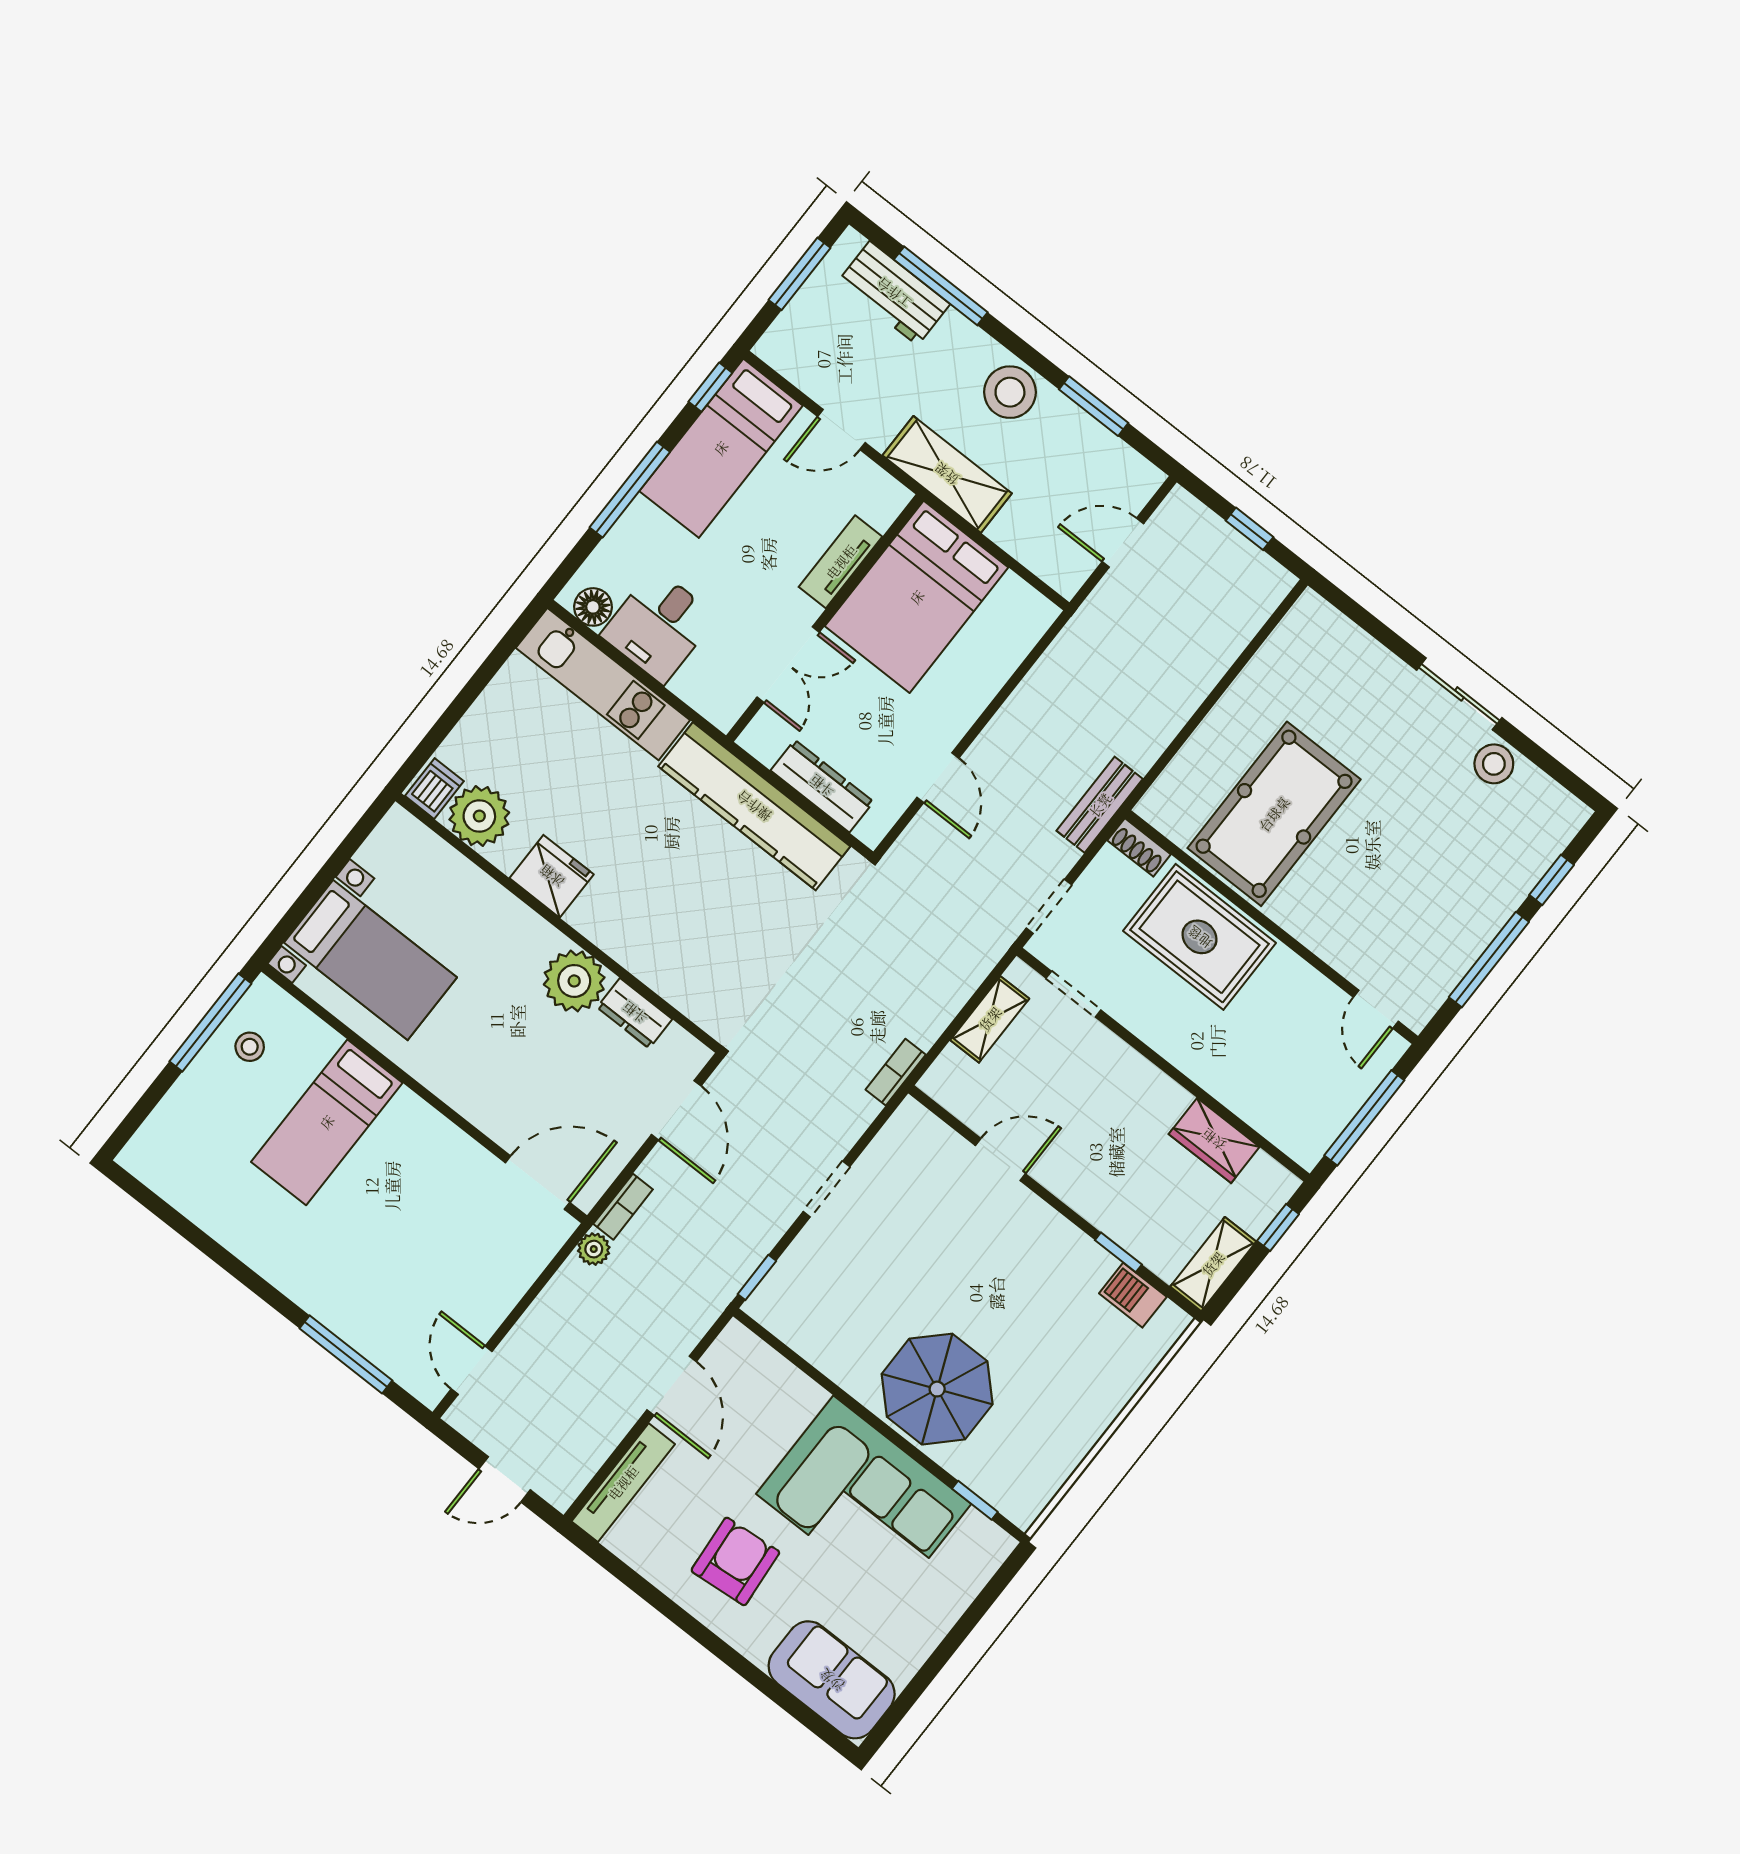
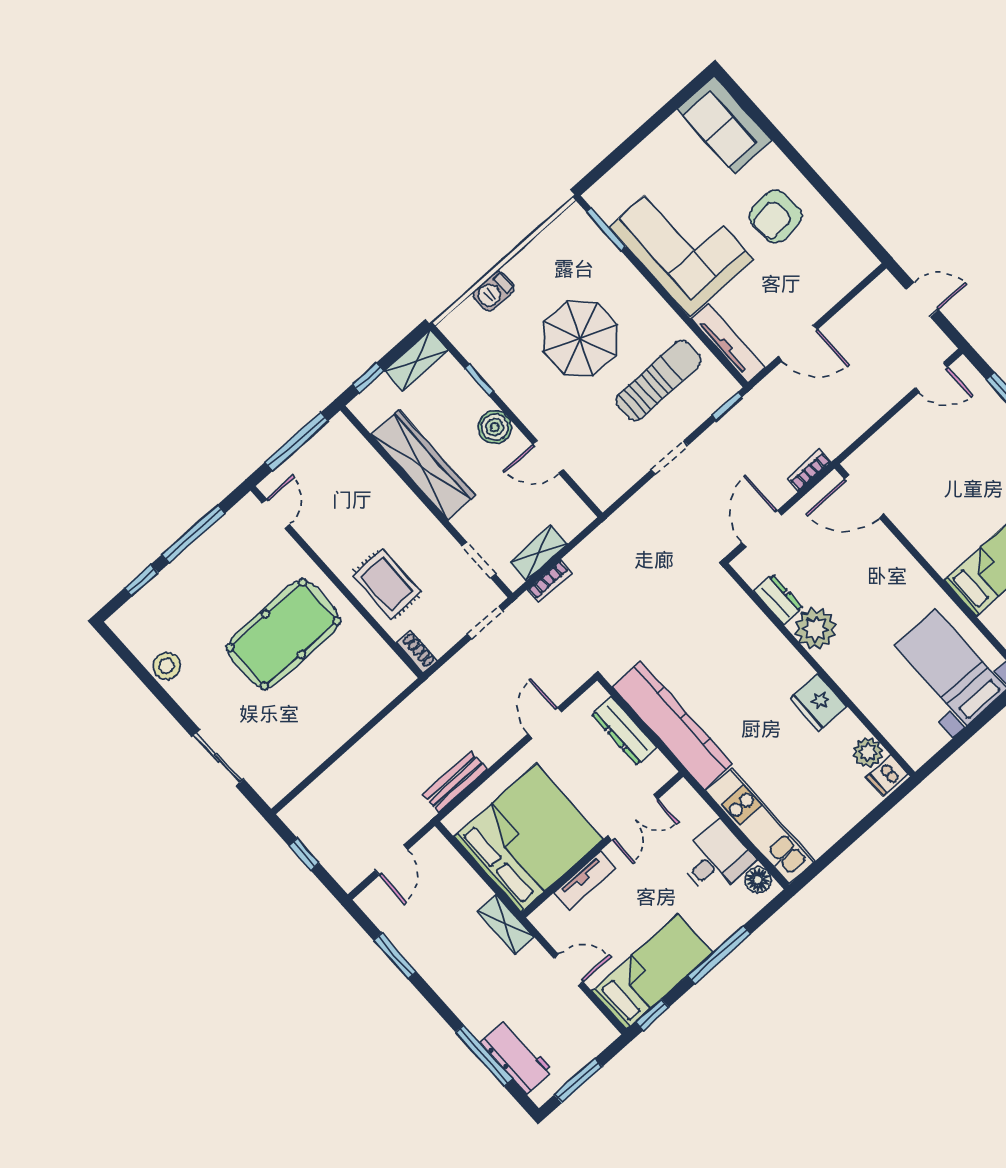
stool: (1010, 392) -> (450, 975), removed
shelving: (947, 474) -> (505, 924), width x0.67, depth x0.75
door: (1123, 543) -> (391, 860), hinge flipped
bed: (917, 597) -> (529, 838), width x1.36
double door: (788, 665) -> (633, 817), swing flipped
sliding door: (1459, 694) -> (218, 758), moved
bench: (1100, 805) -> (455, 782), moved
pool table: (1274, 814) -> (284, 634), moved
plant: (479, 816) -> (868, 752), width x0.73, depth x0.73
rug: (1200, 937) -> (387, 584), width x0.73, depth x0.70
bookcase: (896, 1072) -> (550, 581), moved
wardrobe: (1214, 1140) -> (423, 465), width x2.10, depth x1.17
boiler: (1084, 1189) -> (495, 427), added
plant: (594, 1249) -> (834, 445), removed
barbecue: (1133, 1295) -> (494, 291), moved, turned 90
sun lounger: (861, 1297) -> (659, 381), added
door: (472, 1370) -> (931, 377), hinge flipped
door: (672, 1386) -> (798, 343), swing flipped
parasol: (937, 1389) -> (580, 338), moved
tv unit: (623, 1483) -> (728, 343), moved, turned 90
window: (975, 1500) -> (606, 229), width x1.50

